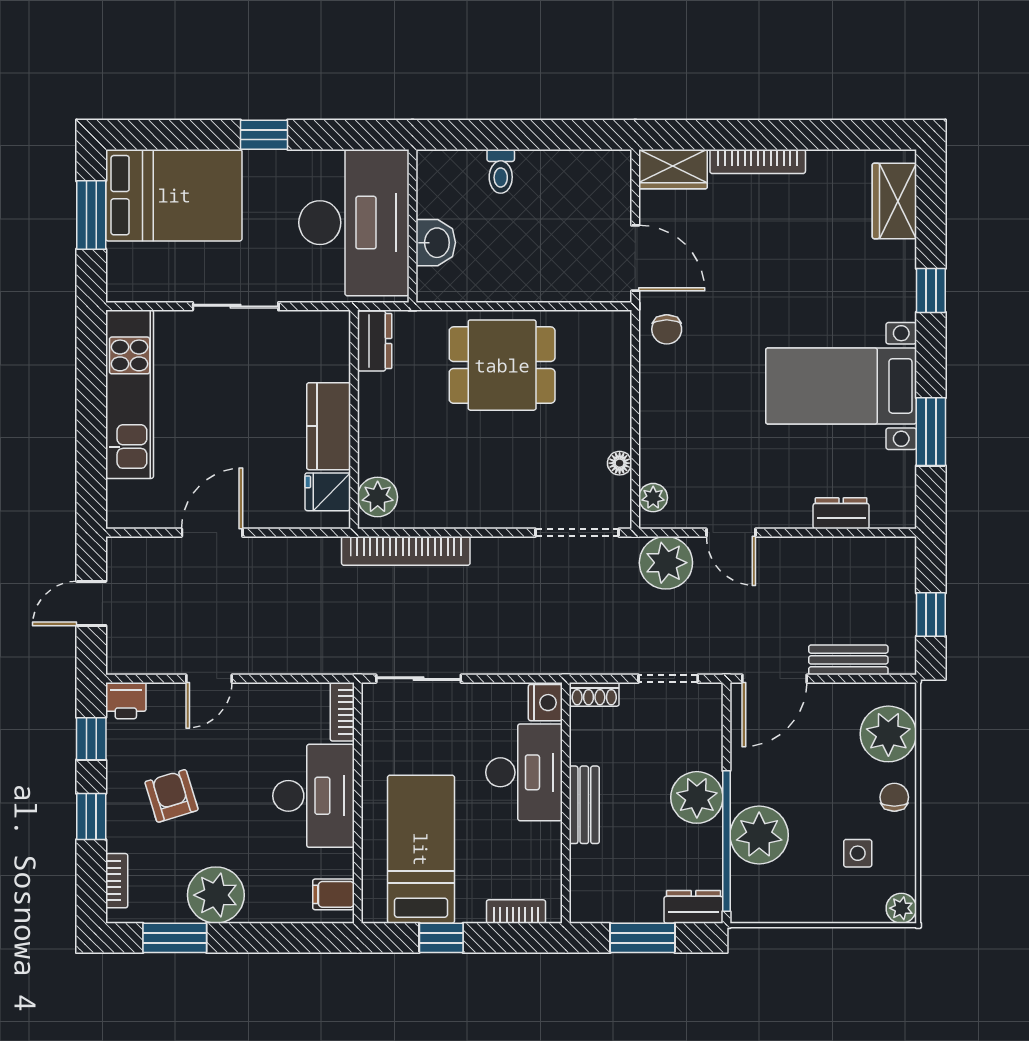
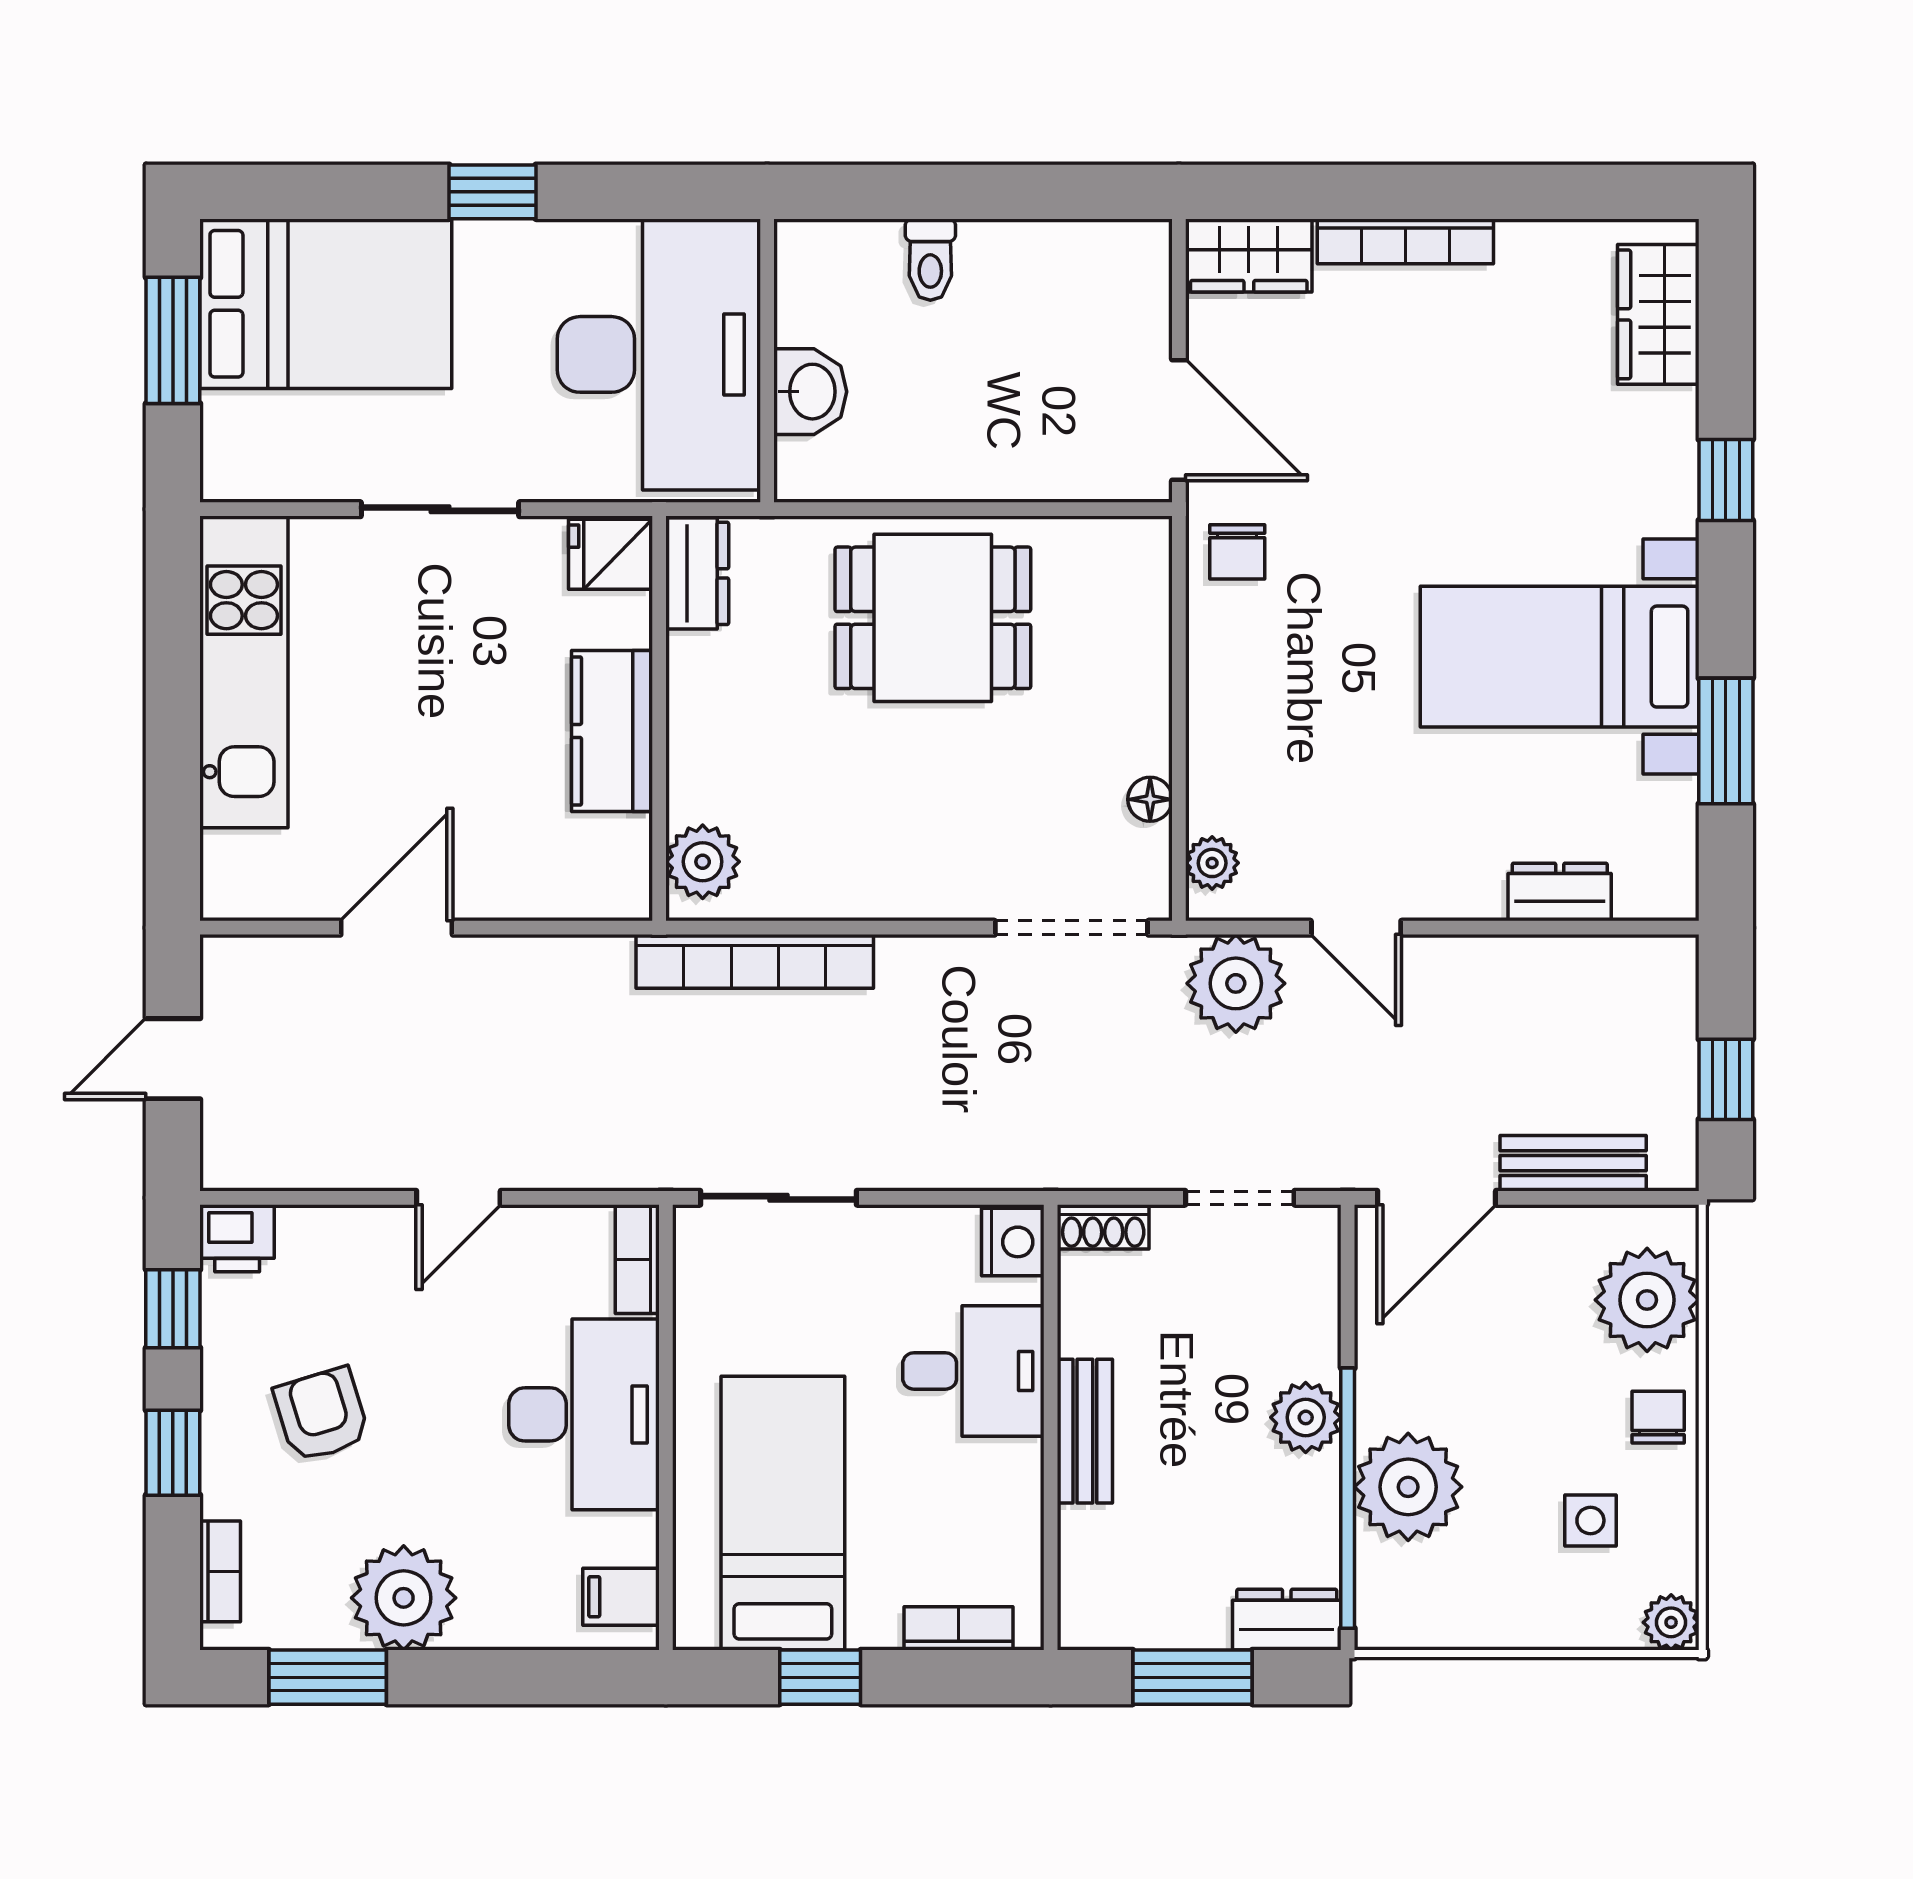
fridge: (328, 492) -> (610, 554), moved
door: (209, 679) -> (458, 1198), moved
desk: (524, 772) -> (973, 1371), width x0.73
plant: (697, 797) -> (1306, 1417), width x0.73, depth x0.73

